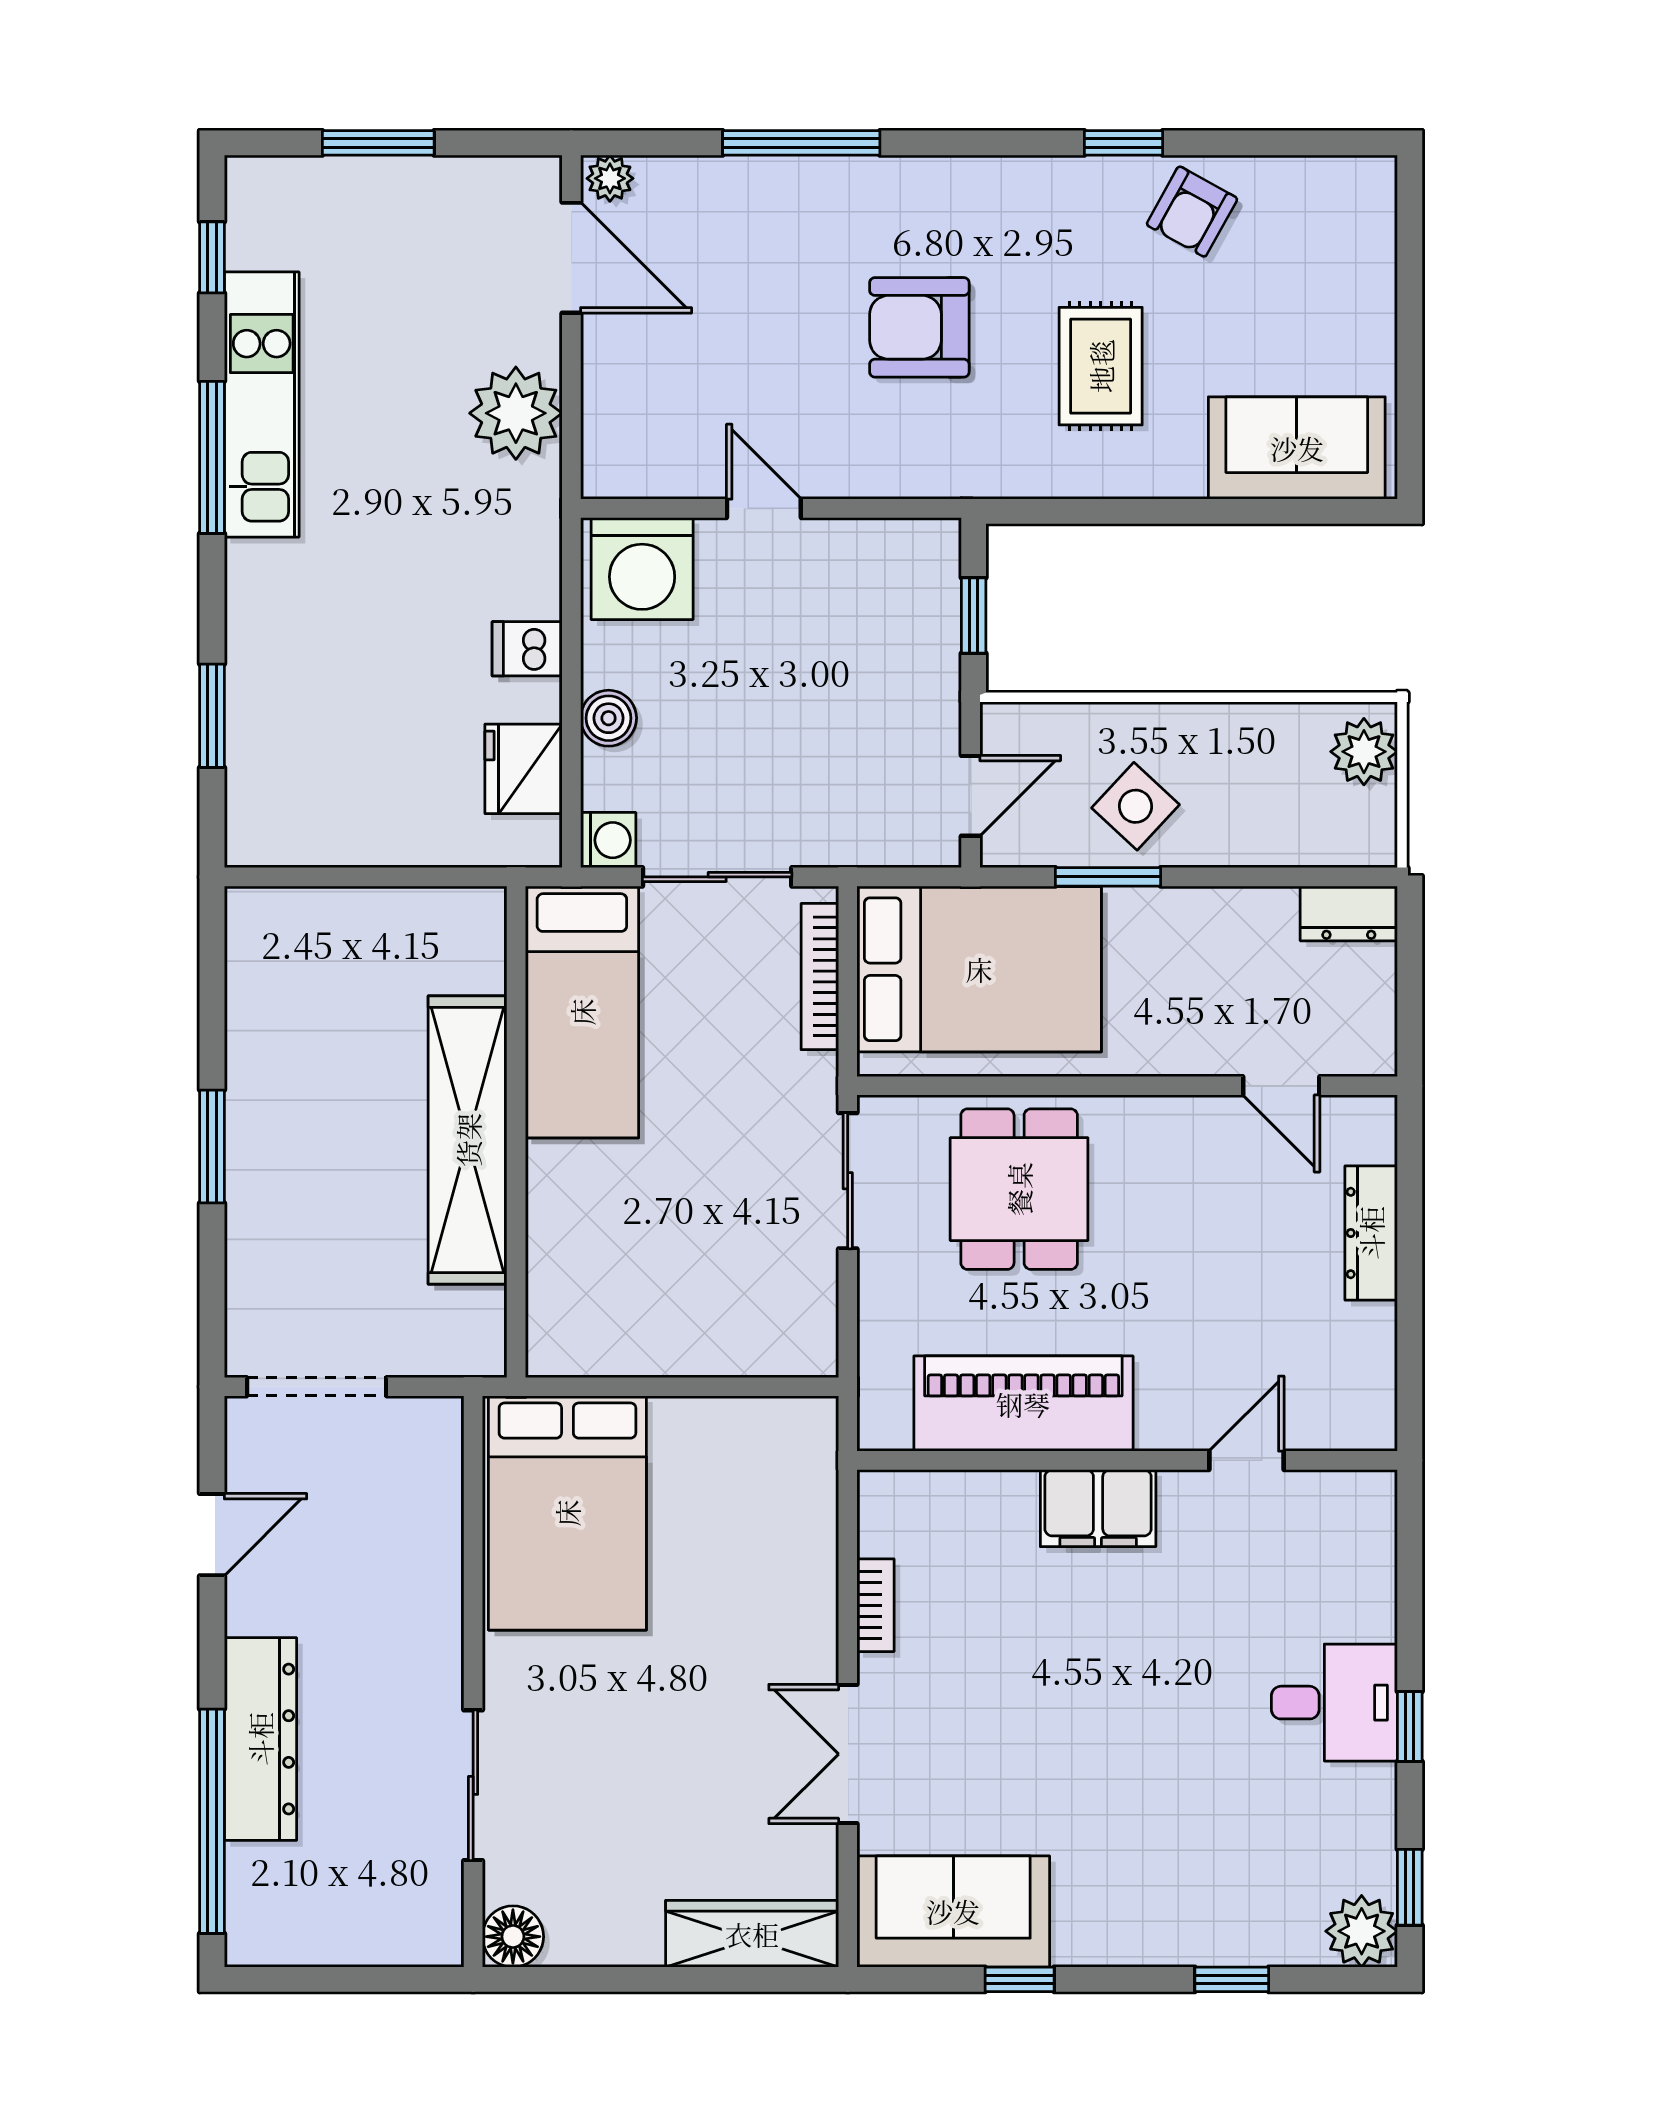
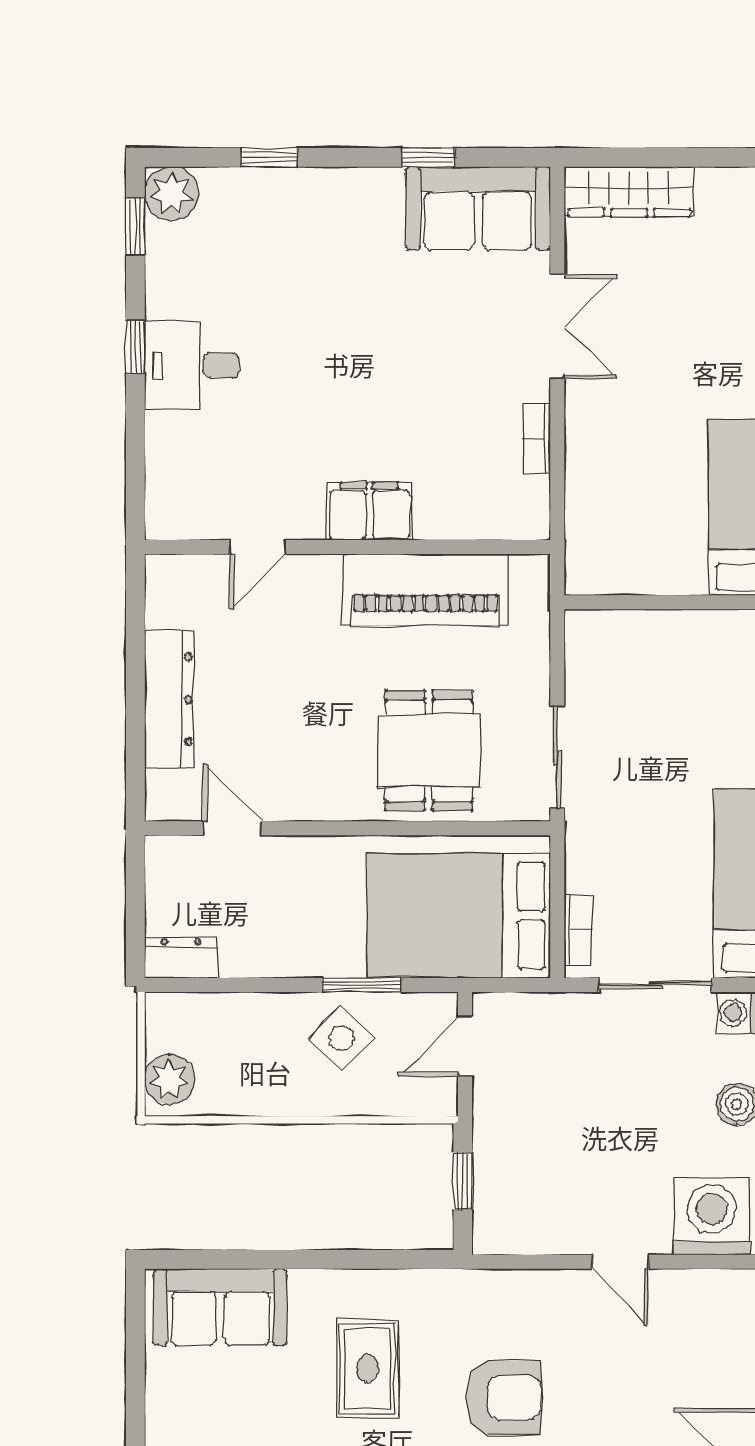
bookcase: (820, 977) -> (578, 930), width x0.64
dresser: (1371, 1233) -> (169, 699), width x1.37, depth x1.24

